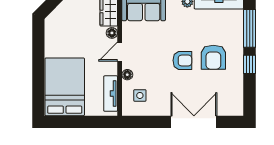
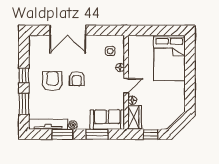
window: (250, 28) -> (24, 104), width x0.69
armchair: (182, 60) -> (77, 79), turned -90
tv unit: (111, 94) -> (133, 53), removed

